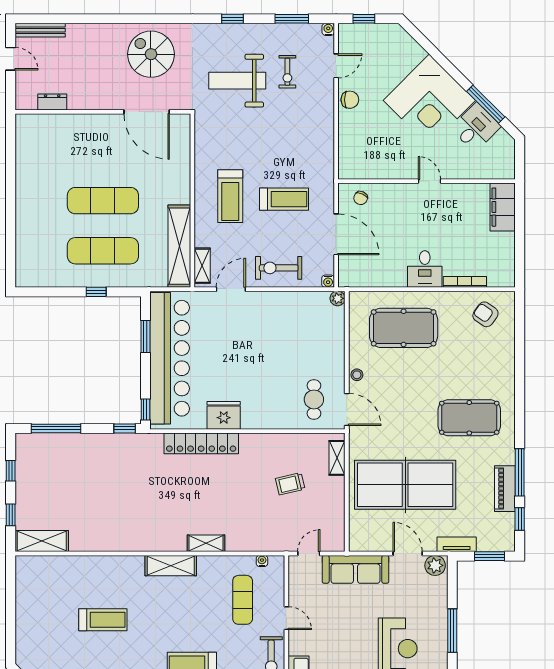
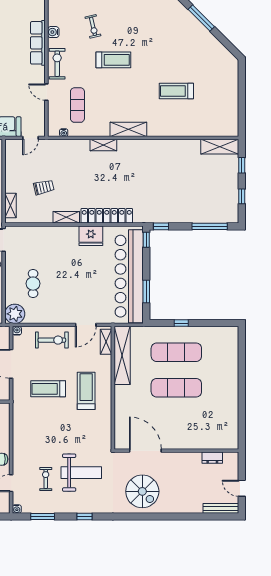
plant: (338, 298) -> (15, 314), width x1.88, depth x1.88
cafe table: (314, 399) -> (33, 284), moved
shelving: (258, 441) -> (66, 217), added

